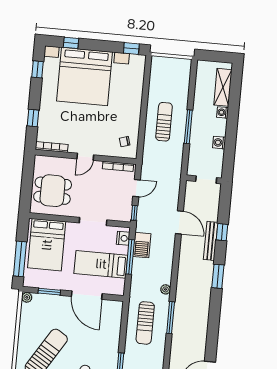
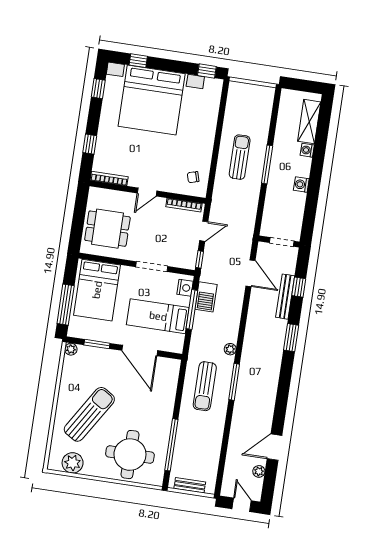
wall: (204, 179) -> (279, 241), moved
doorway: (206, 180) -> (282, 242), moved

